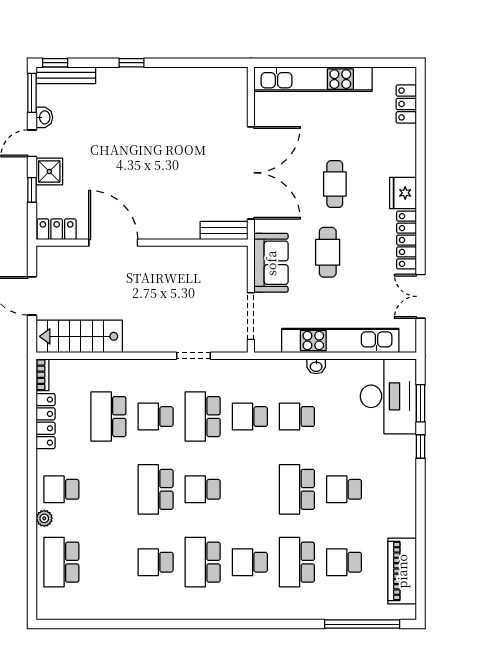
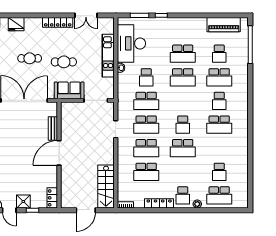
fridge: (403, 193) -> (16, 24), moved
bench: (224, 230) -> (53, 129), moved
door: (113, 243) -> (59, 153), moved
kitchen unit: (340, 341) -> (108, 56), width x0.73
desk: (388, 396) -> (131, 43), moved, turned -90
school desk: (156, 417) -> (146, 148), width x1.85
school desk: (250, 417) -> (146, 101), width x1.85
locker: (46, 421) -> (159, 203), moved
school desk: (344, 489) -> (183, 54), width x1.85
school desk: (156, 562) -> (219, 172), moved

